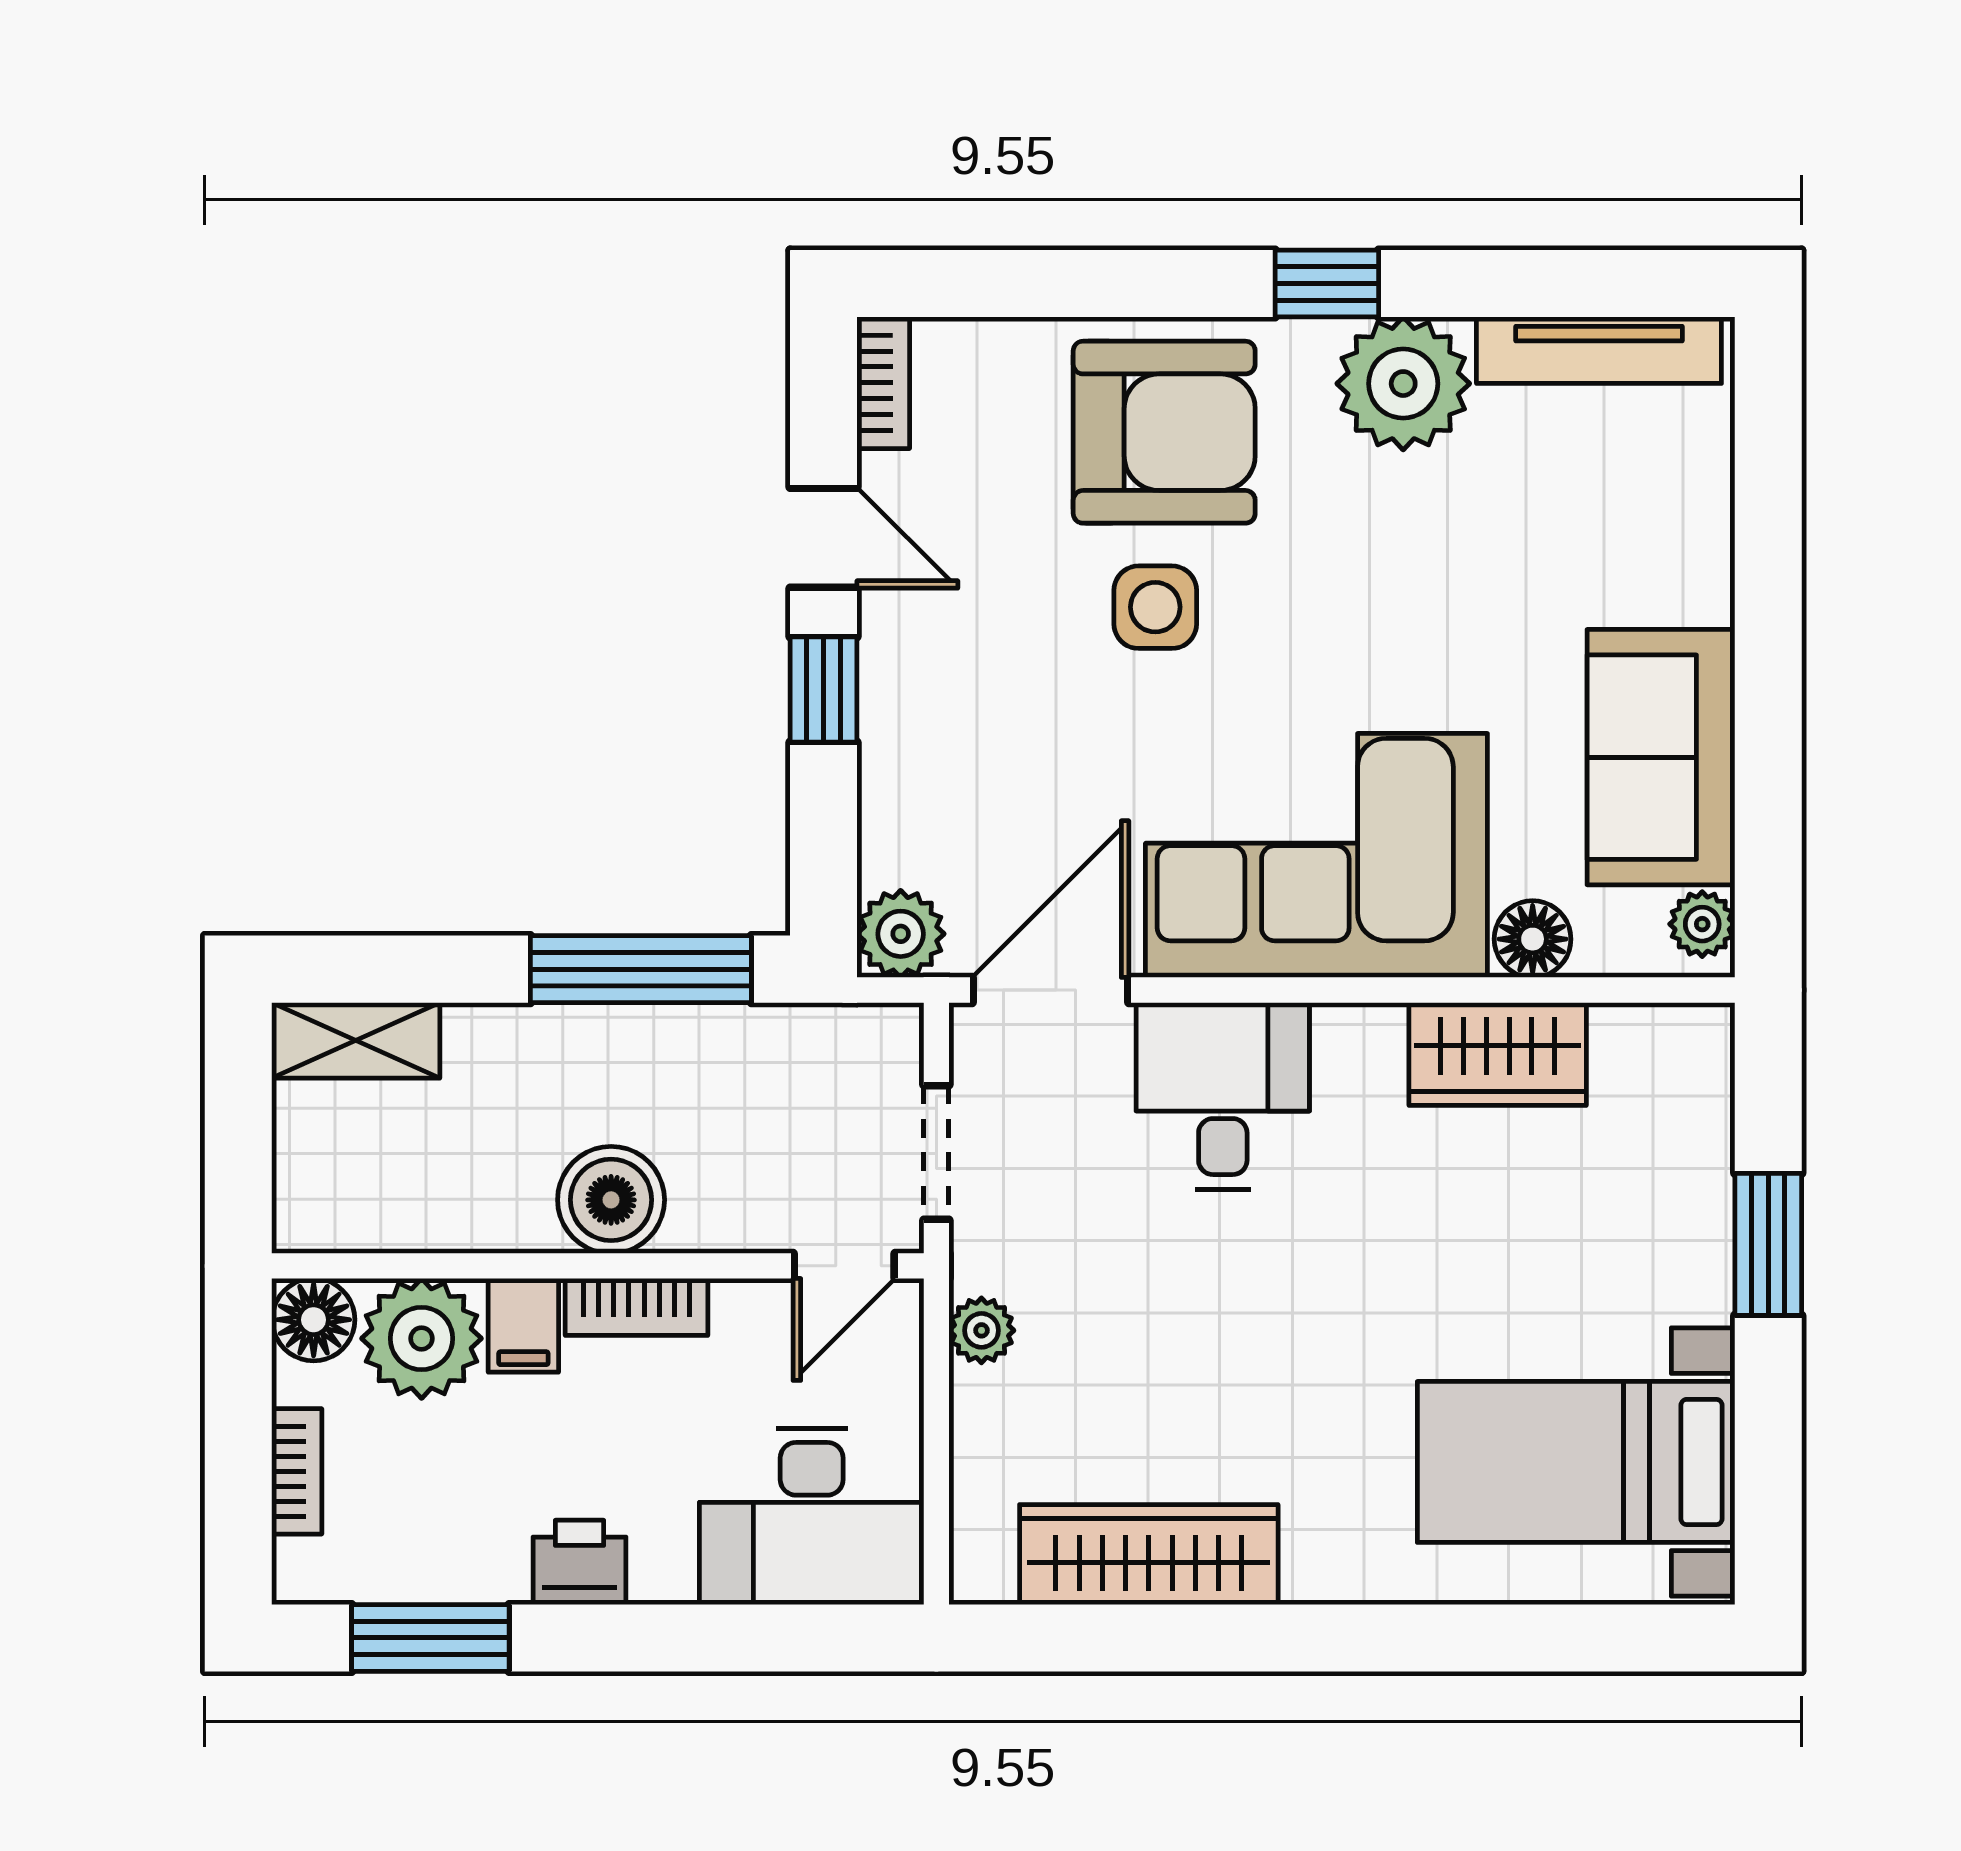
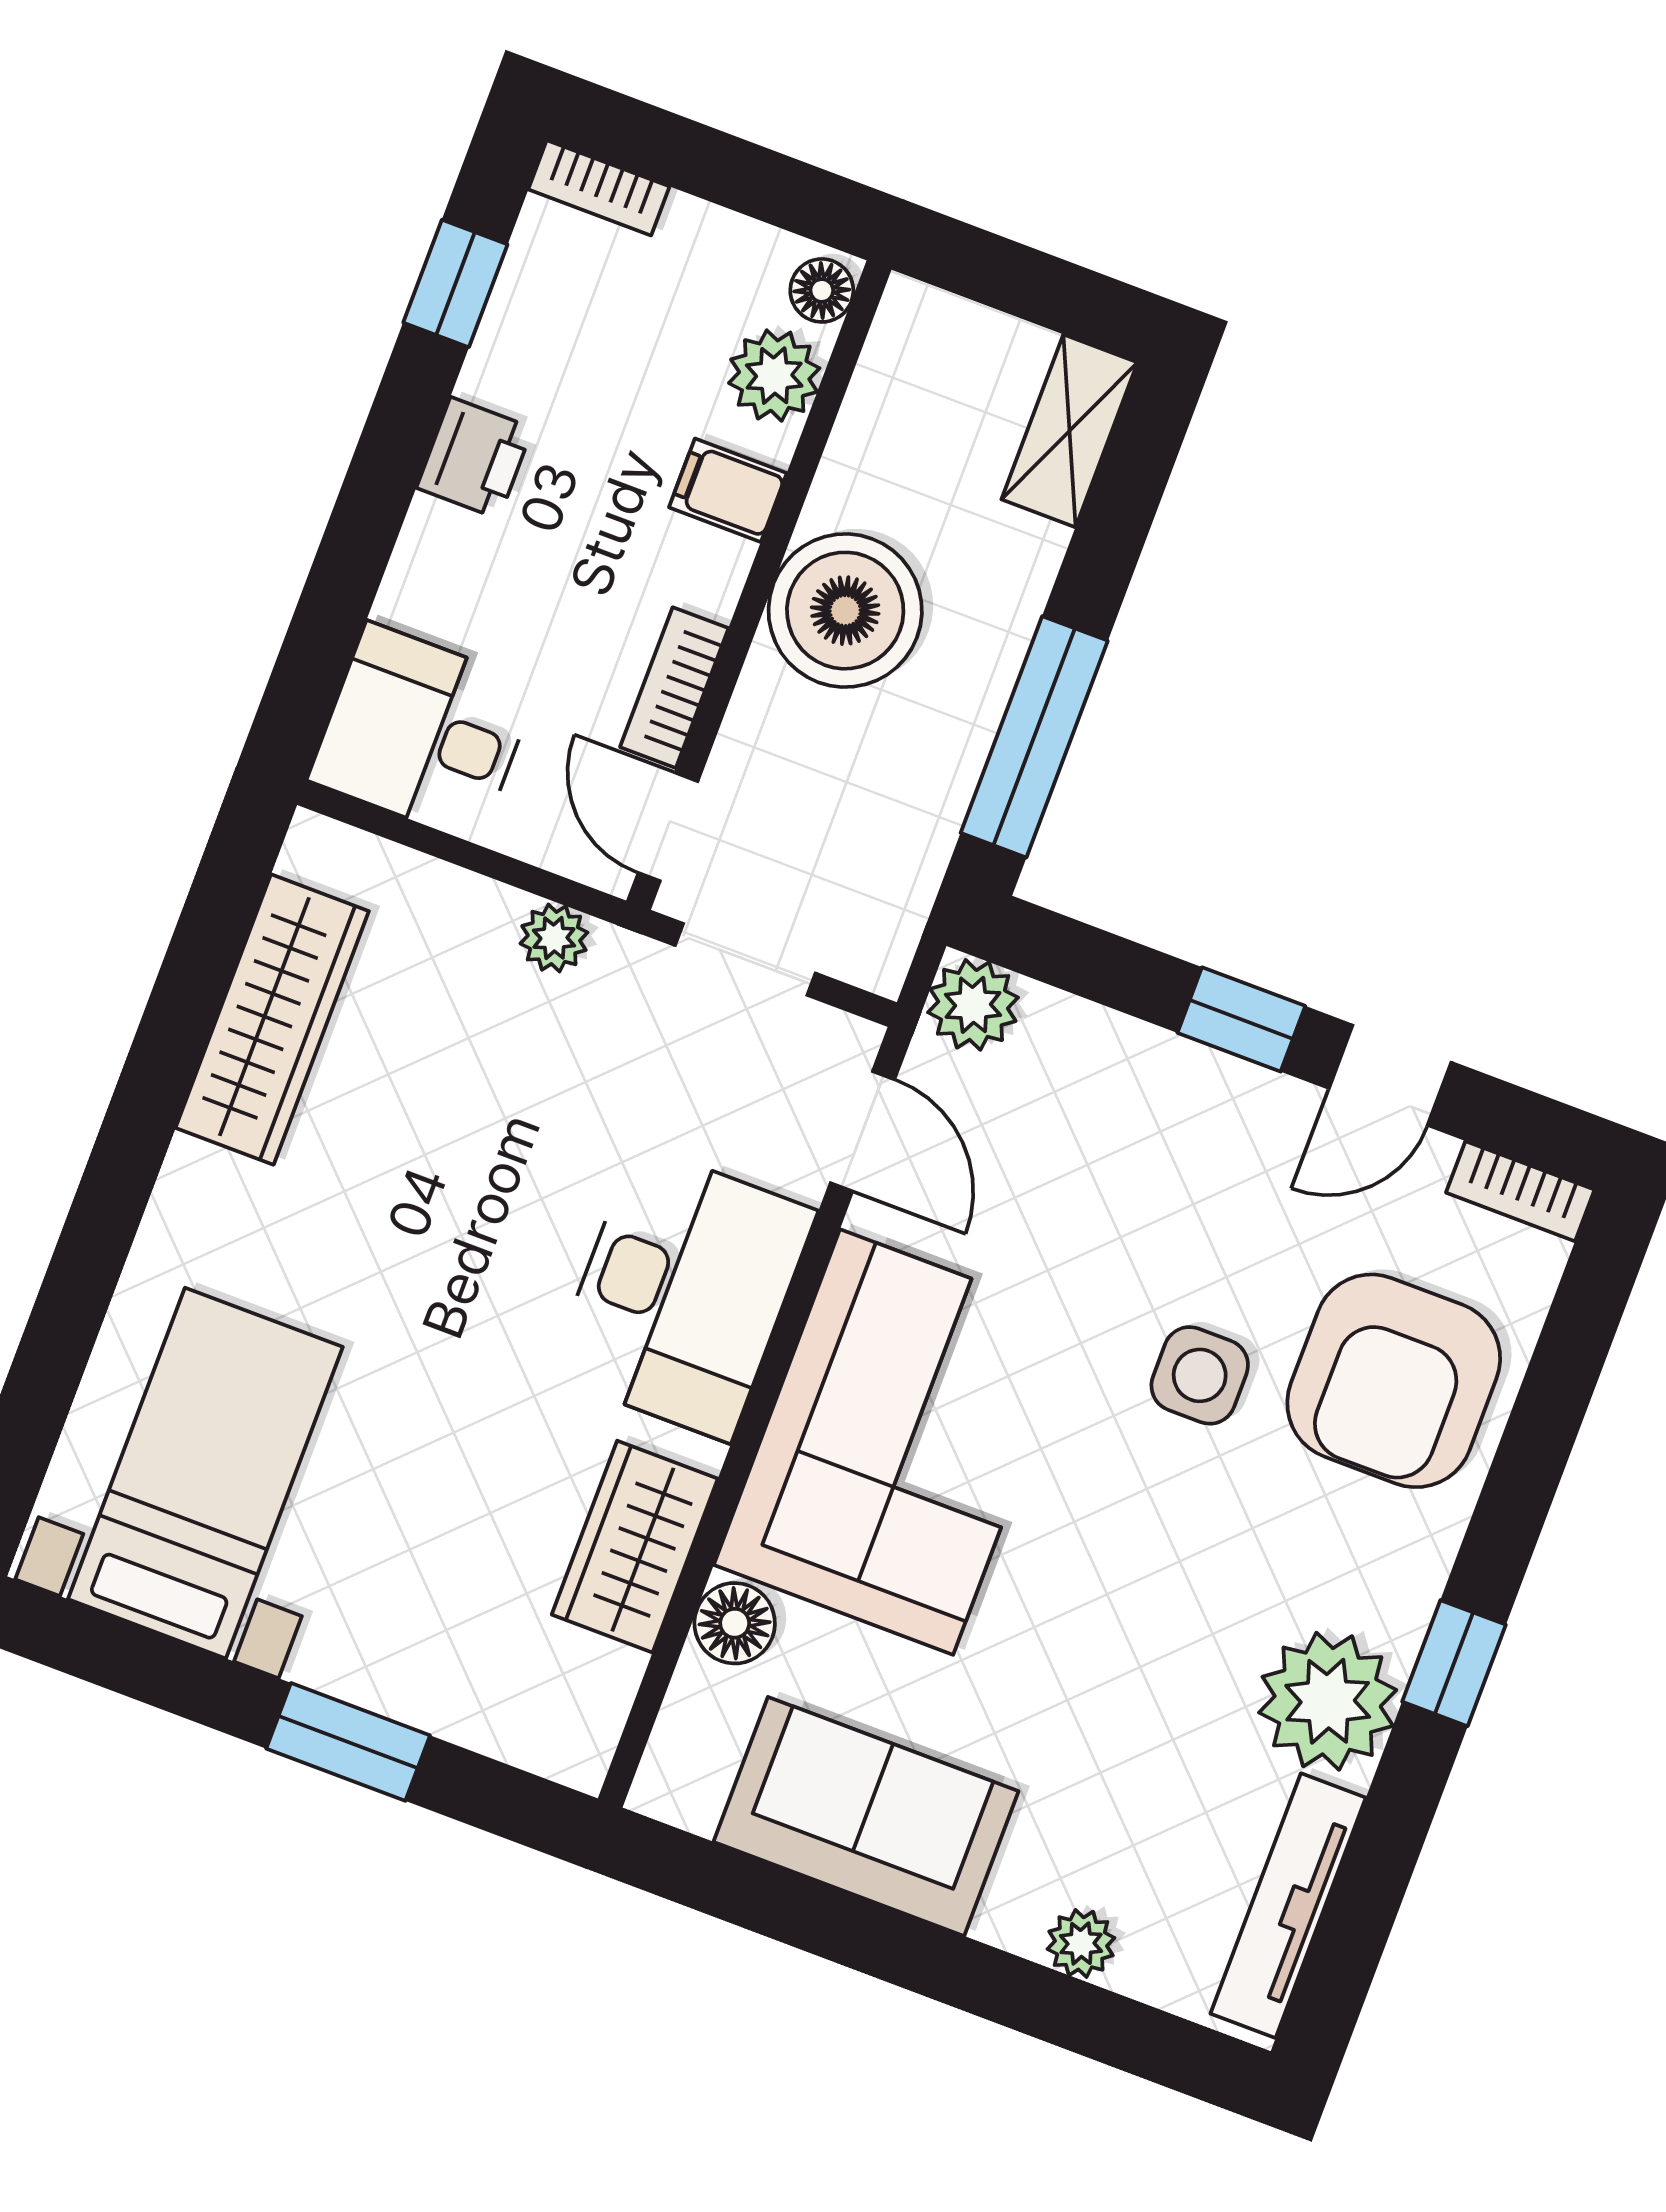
armchair: (1164, 432) -> (1394, 1381), moved
plant: (1702, 924) -> (1081, 1943), moved
door: (1050, 990) -> (863, 1131), width x0.73
desk: (1223, 1096) -> (683, 1293), width x1.37
boiler: (611, 1200) -> (845, 611), width x1.37, depth x1.37
bookcase: (637, 1307) -> (674, 688), moved
floor lamp: (314, 1320) -> (822, 290), width x0.73, depth x0.73
plant: (422, 1338) -> (774, 376), width x0.73, depth x0.73
bookcase: (297, 1471) -> (599, 188), moved
desk: (812, 1516) -> (423, 733), width x0.73
window: (430, 1638) -> (455, 283), width x0.67

